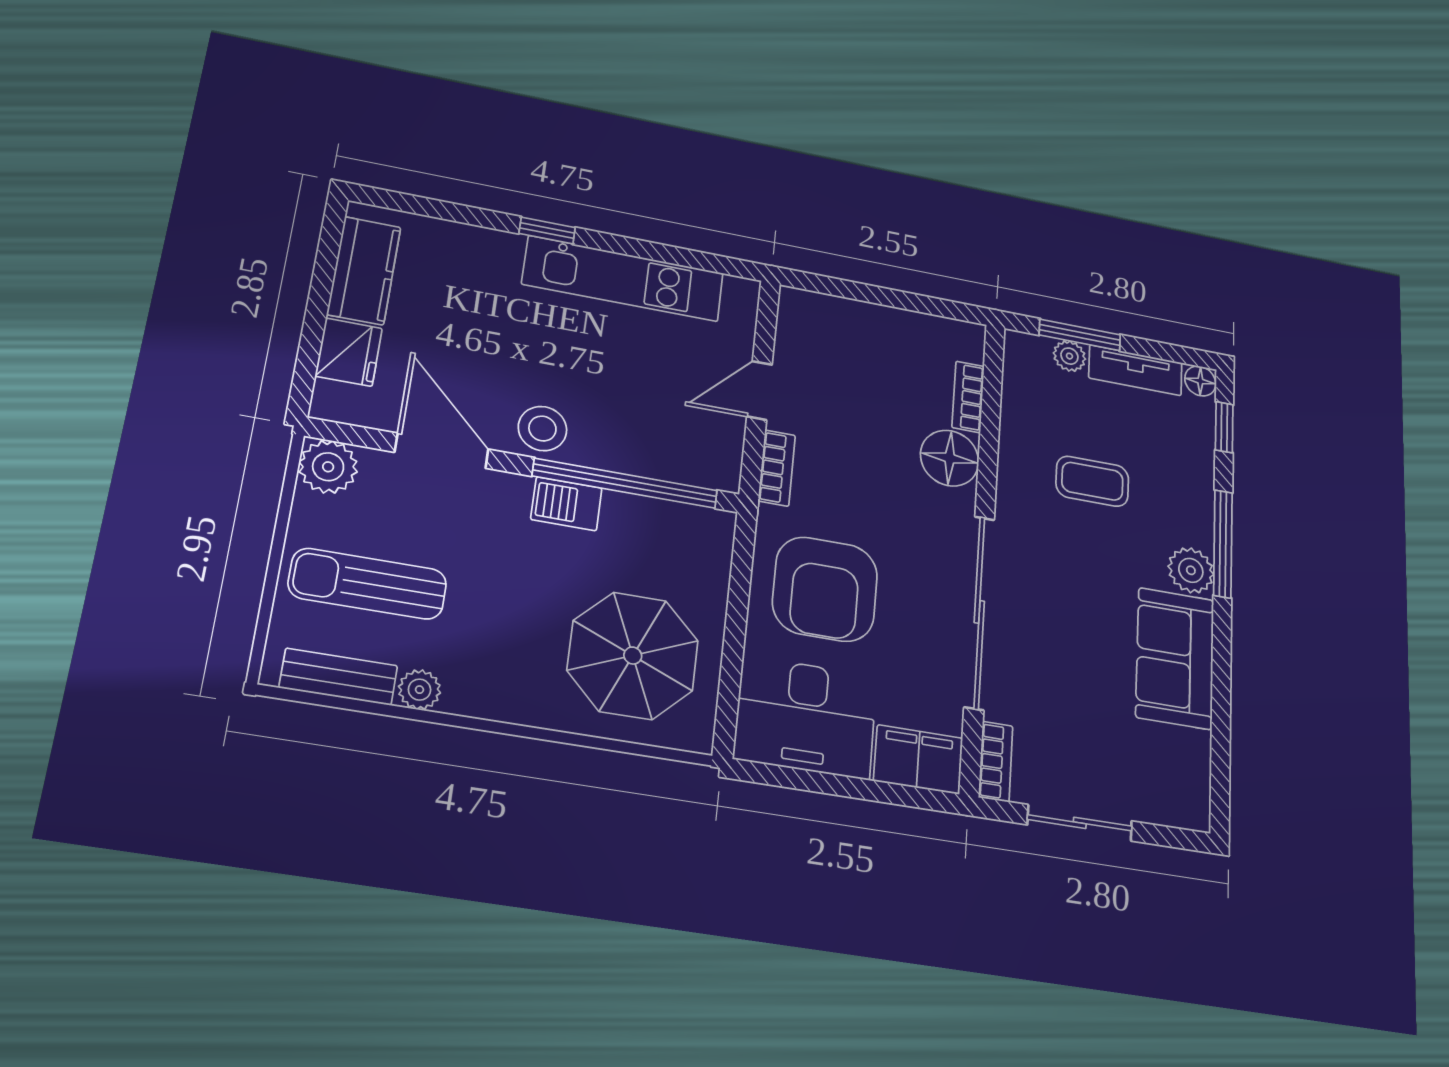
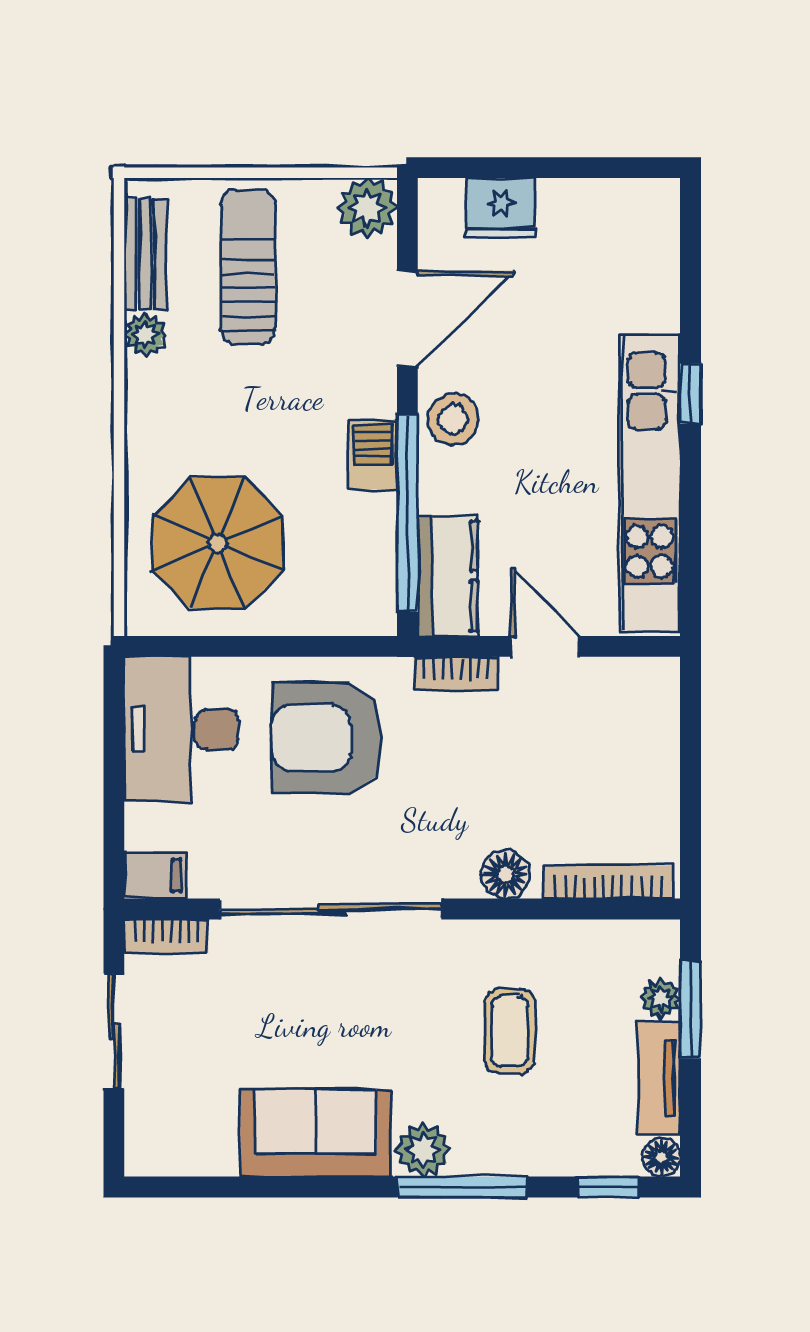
kitchen counter: (364, 271) -> (448, 576), moved, turned -90
kitchen unit: (623, 279) -> (650, 483), width x1.36
bookcase: (968, 397) -> (608, 882), width x1.56
floor lamp: (950, 458) -> (506, 874), width x0.73, depth x0.73
filing cabinet: (918, 759) -> (155, 875), width x0.50

